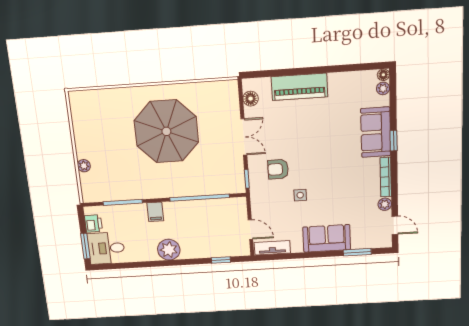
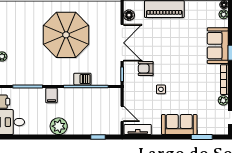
double door: (244, 137) -> (122, 43), width x1.37
barbecue: (194, 188) -> (82, 79), added

